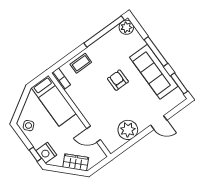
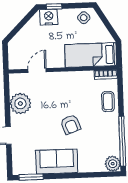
window: (156, 51) -> (73, 175), removed
sofa: (154, 72) -> (57, 162), width x0.73
armchair: (118, 80) -> (71, 124), turned 70
wardrobe: (76, 162) -> (23, 38), removed

